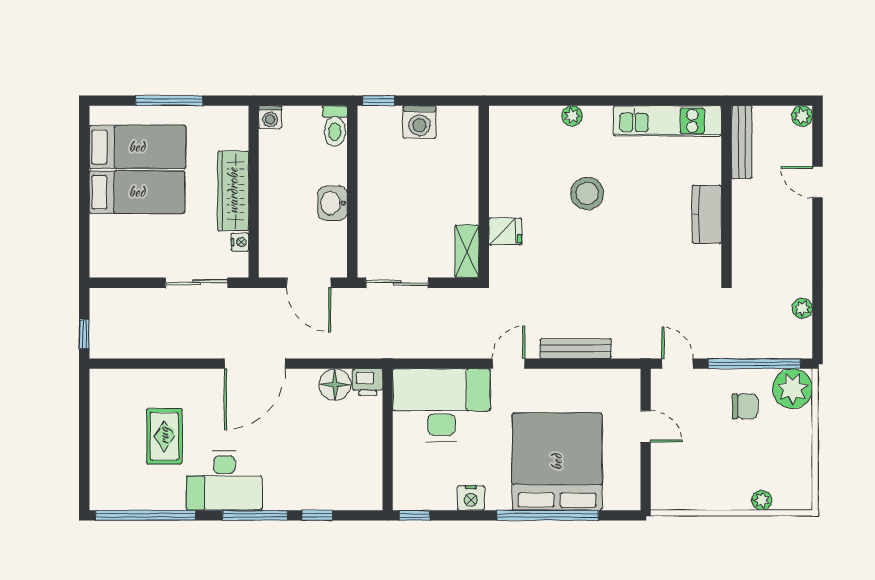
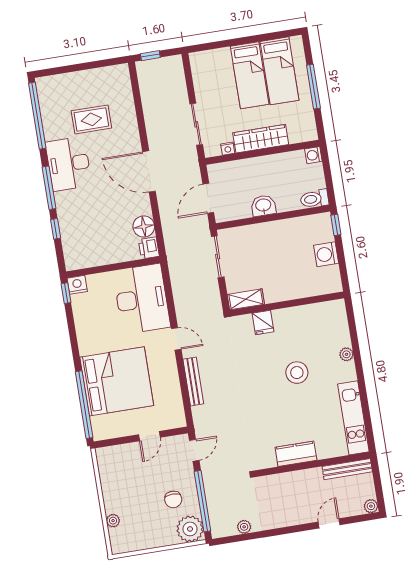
nightstand: (471, 498) -> (77, 285), moved, turned 90
window: (548, 515) -> (84, 405), moved

